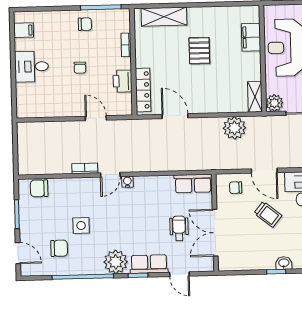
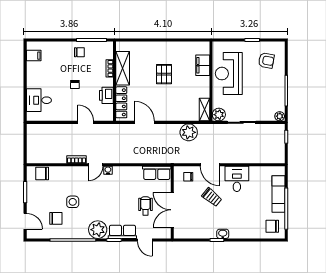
shelving: (164, 17) -> (123, 68), moved, turned 90
desk: (32, 66) -> (39, 100), moved

